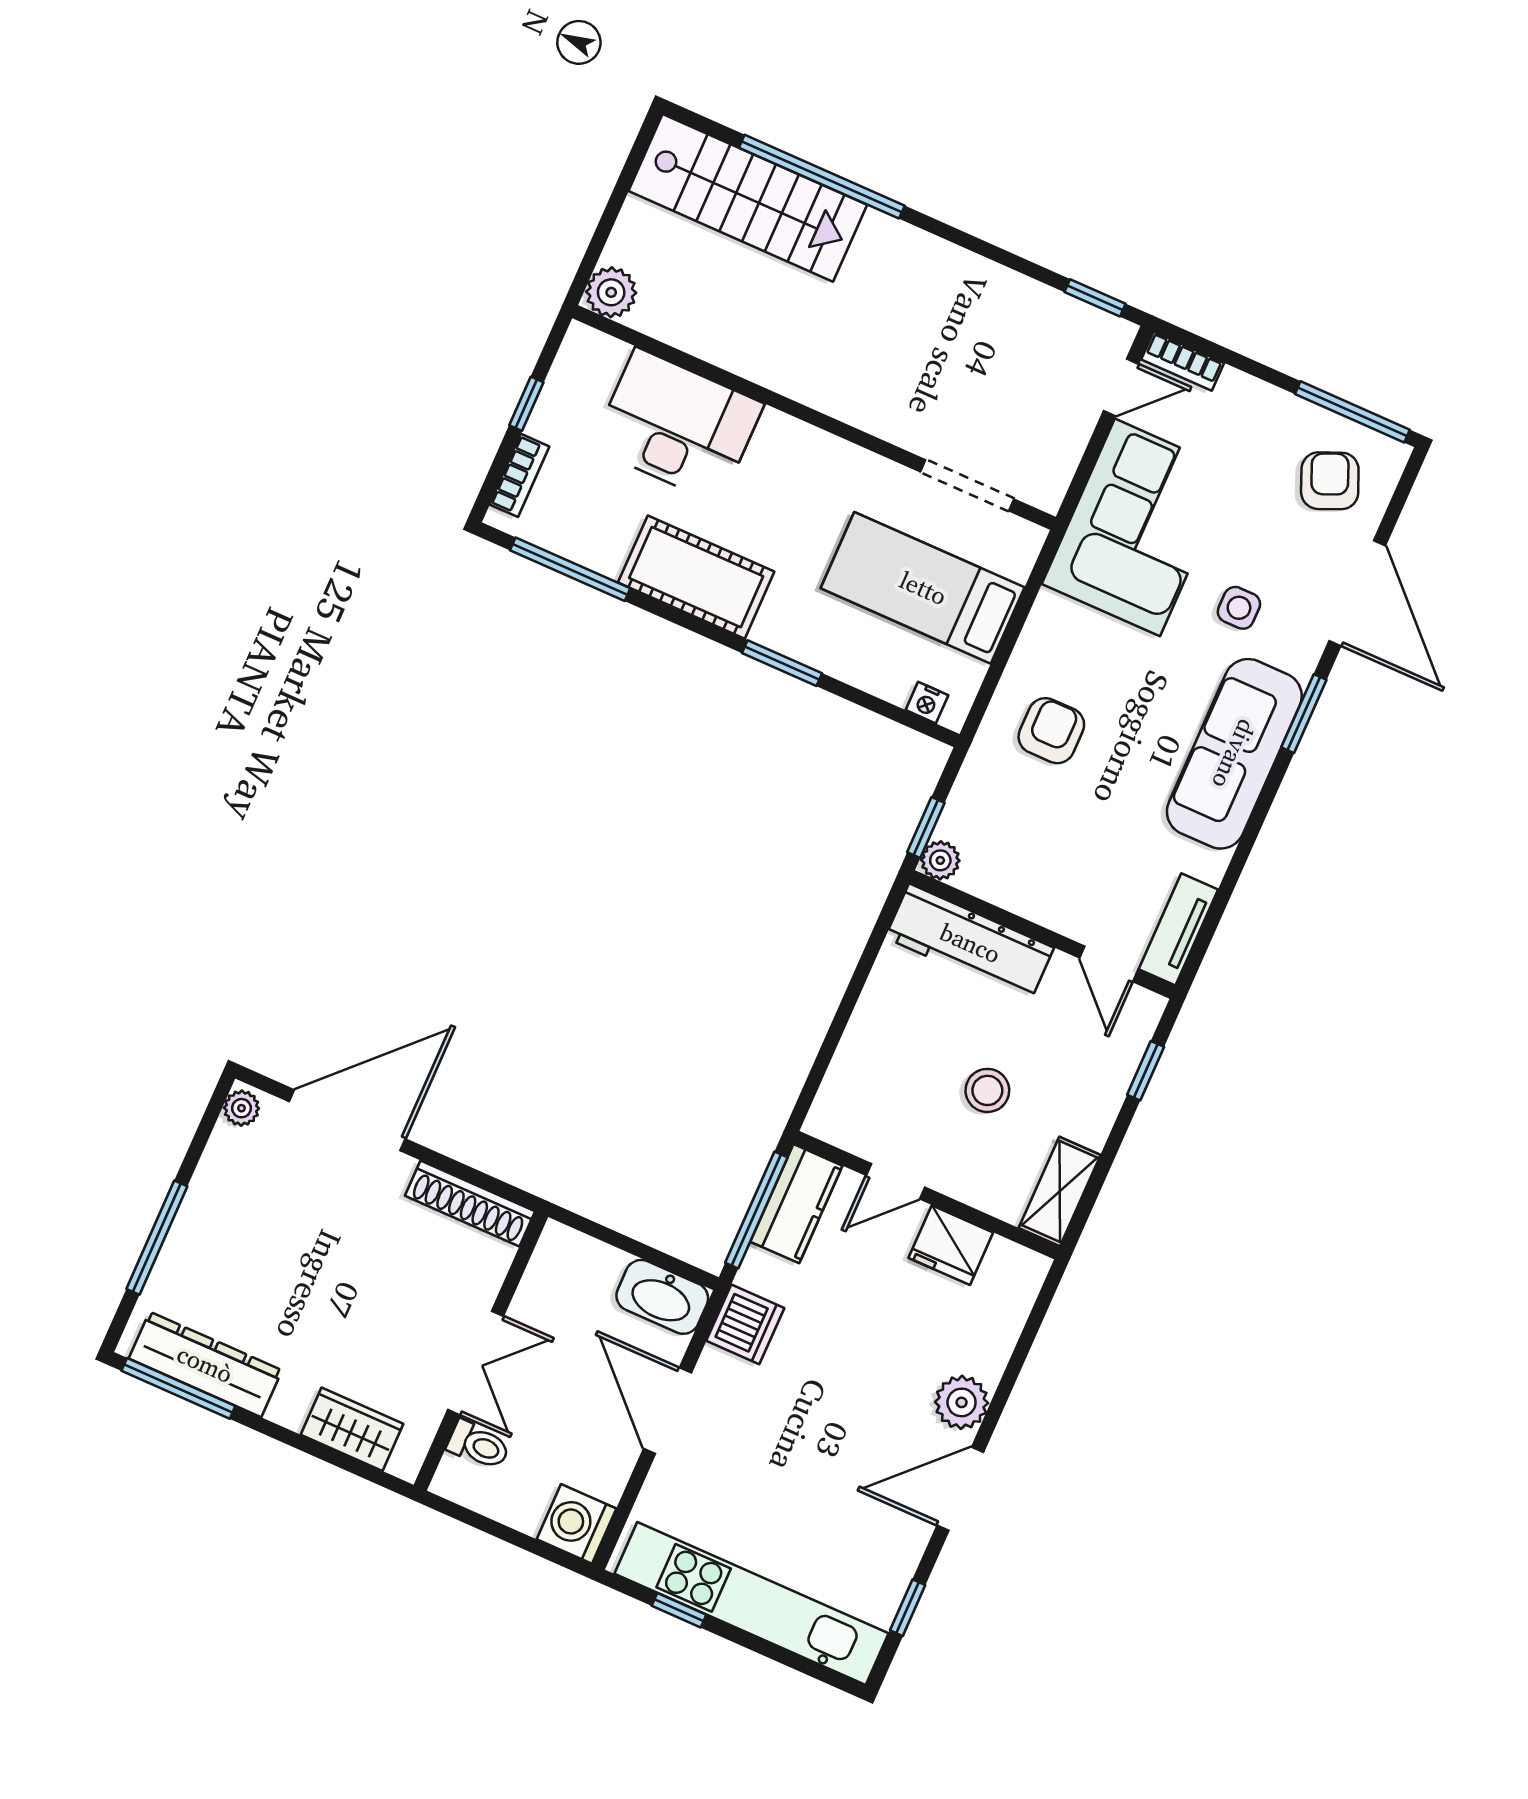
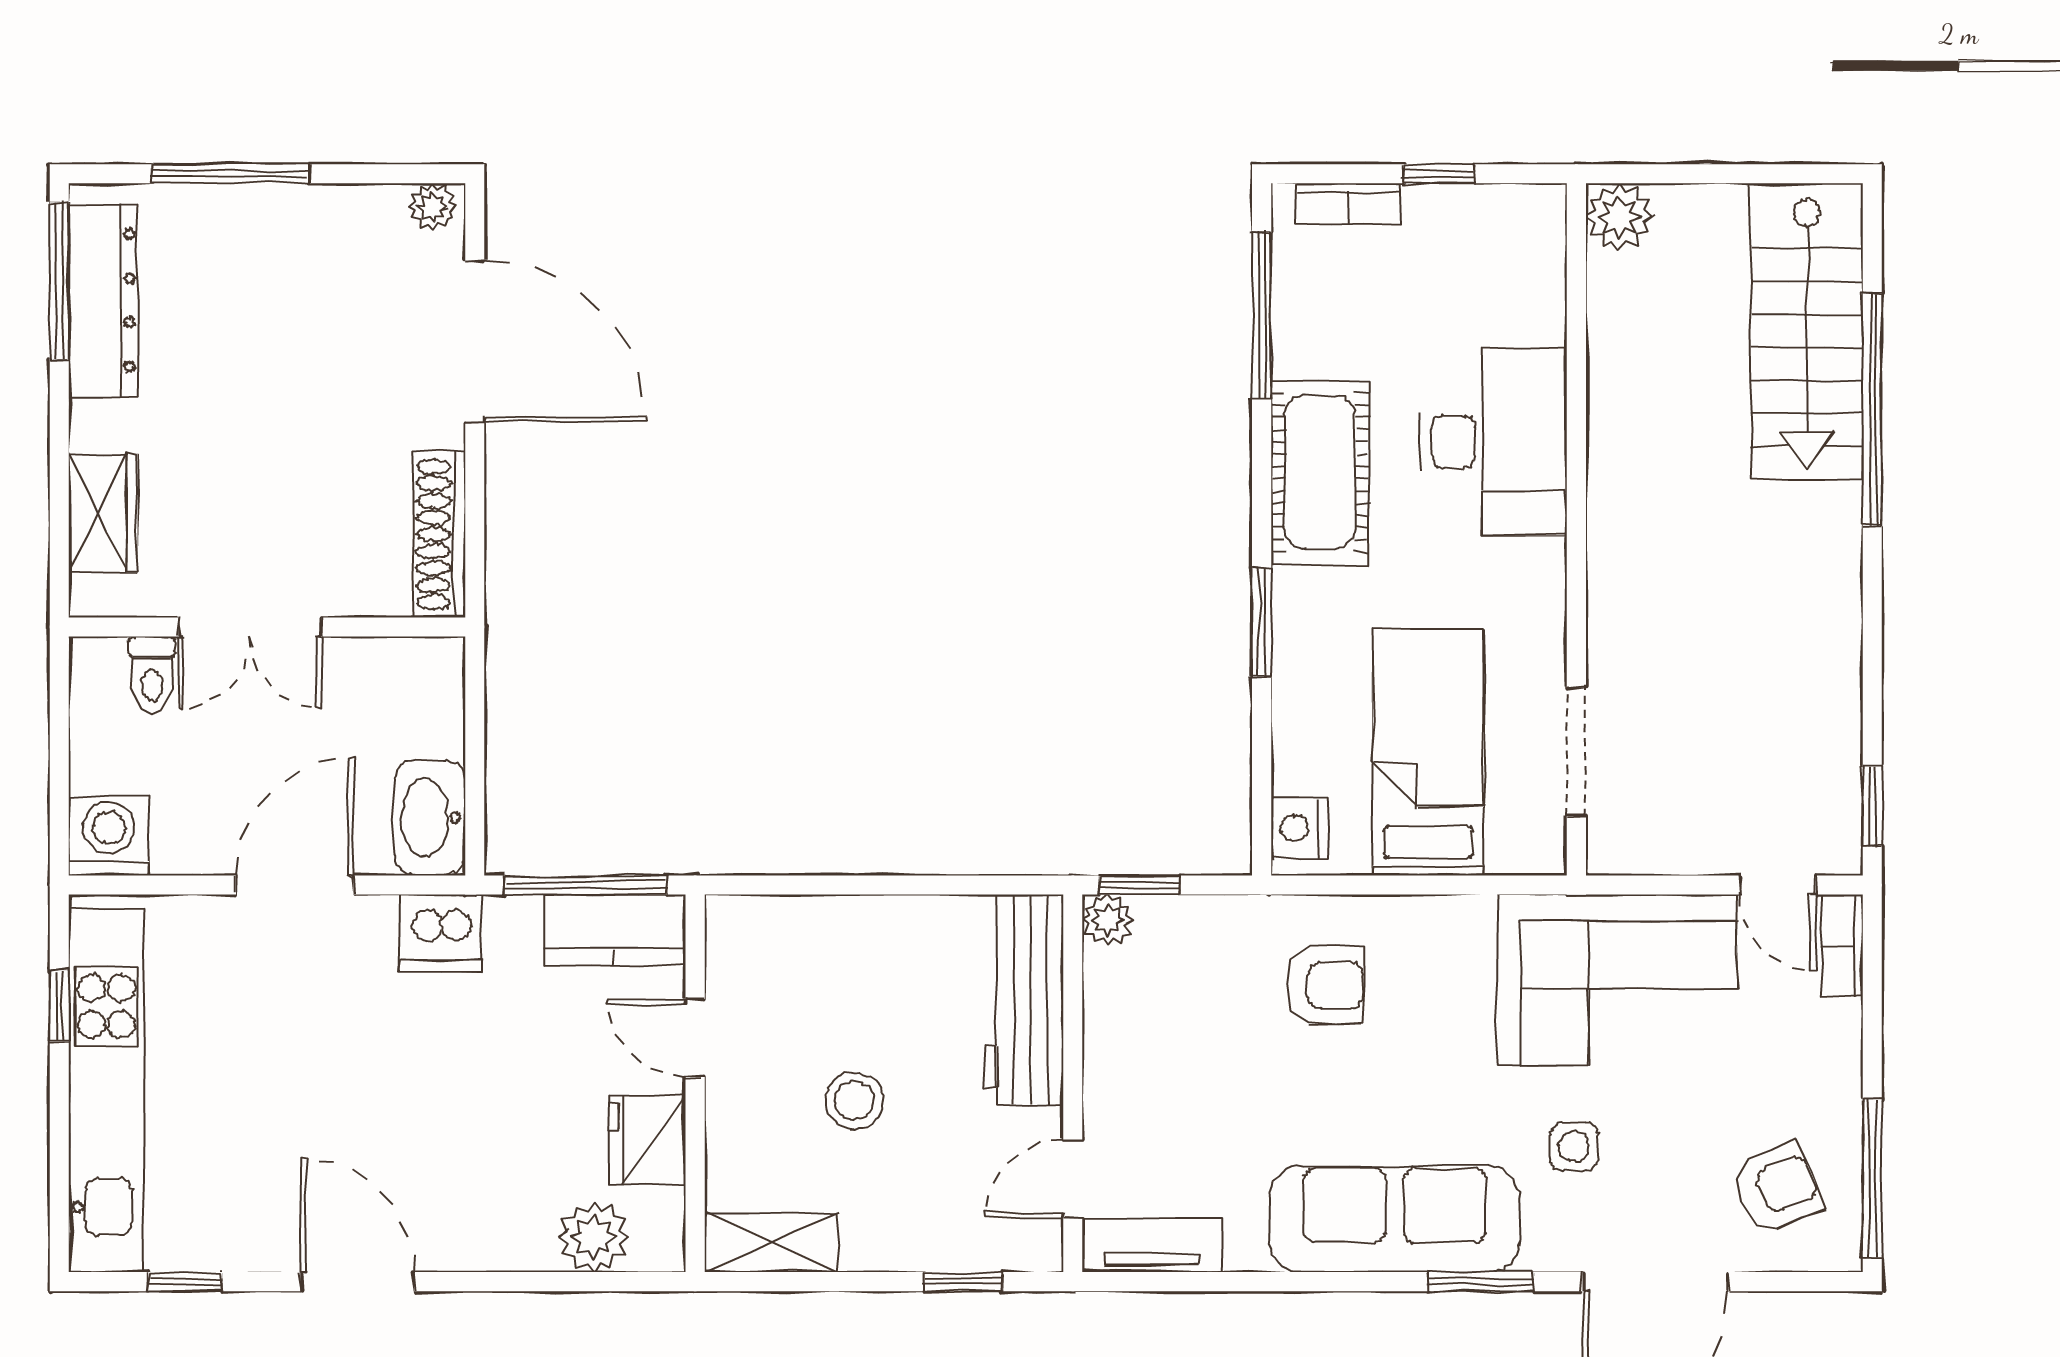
desk: (678, 426) -> (1493, 441), moved
nightstand: (927, 703) -> (1299, 828), width x1.39, depth x1.35
plant: (962, 1402) -> (594, 1237), moved

